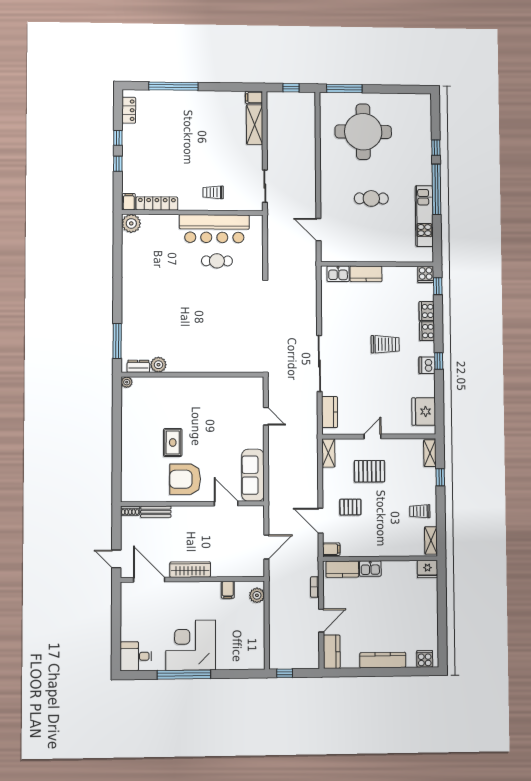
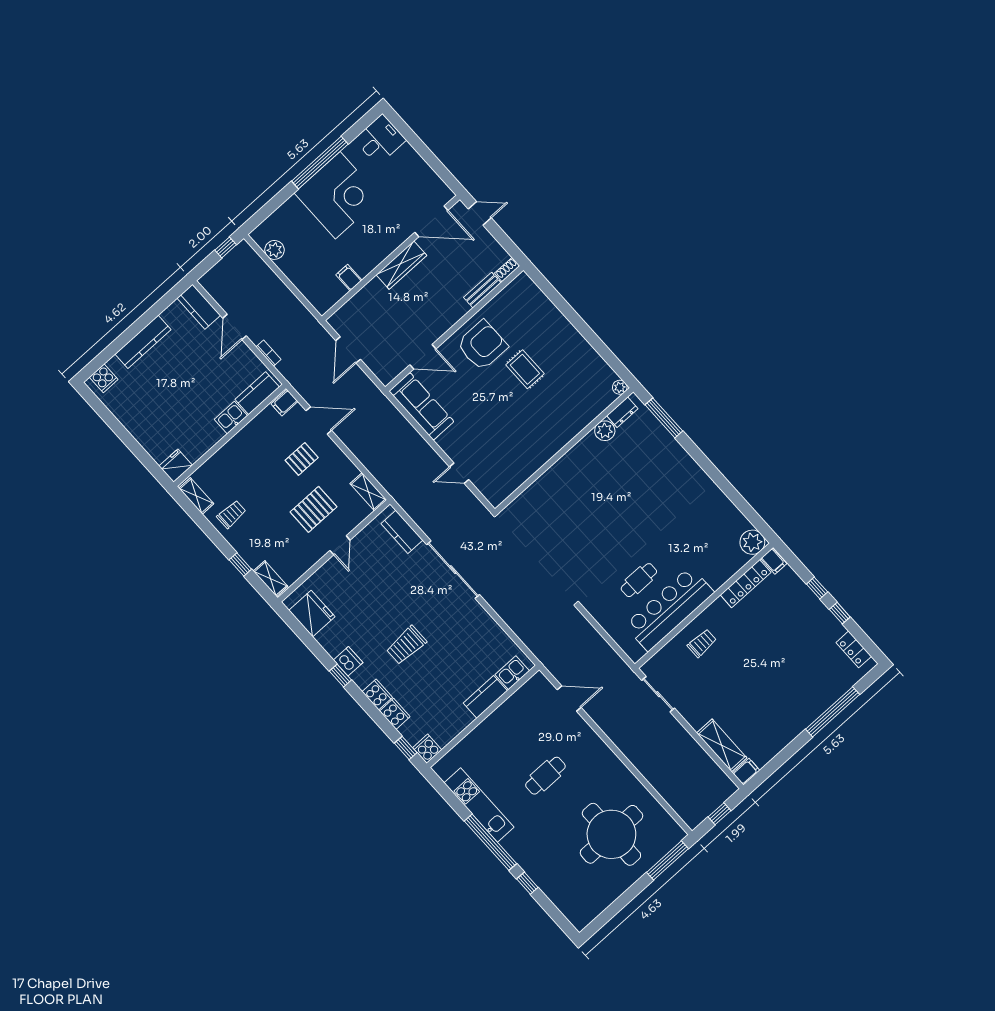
plant: (257, 595) -> (274, 250), moved

